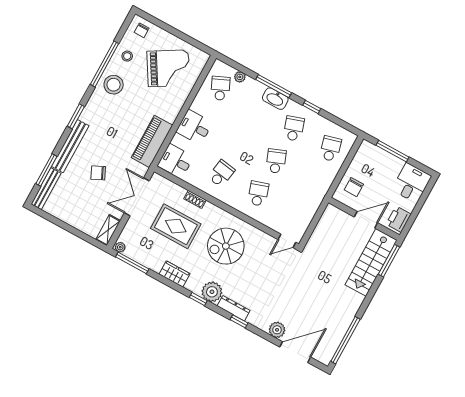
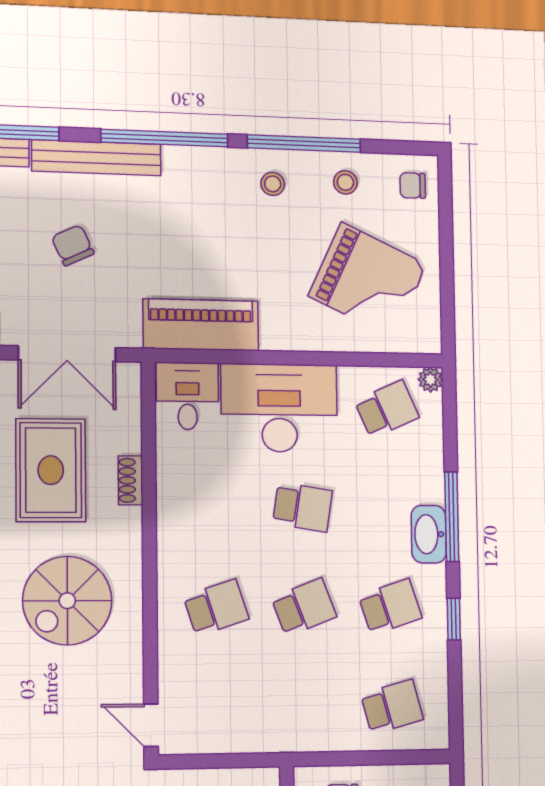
grand piano: (168, 68) -> (368, 280), turned -34
plant: (240, 77) -> (430, 380), moved
stool: (114, 85) -> (273, 184), width x0.53, depth x0.53
window: (76, 116) -> (165, 138), width x2.11
desk: (194, 127) -> (279, 408), width x1.87, depth x1.30
school desk: (221, 174) -> (303, 507), moved
double door: (137, 197) -> (67, 354), swing flipped
spiral stairs: (226, 246) -> (67, 601), turned -90

